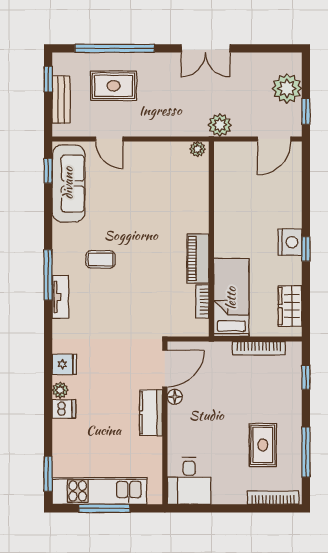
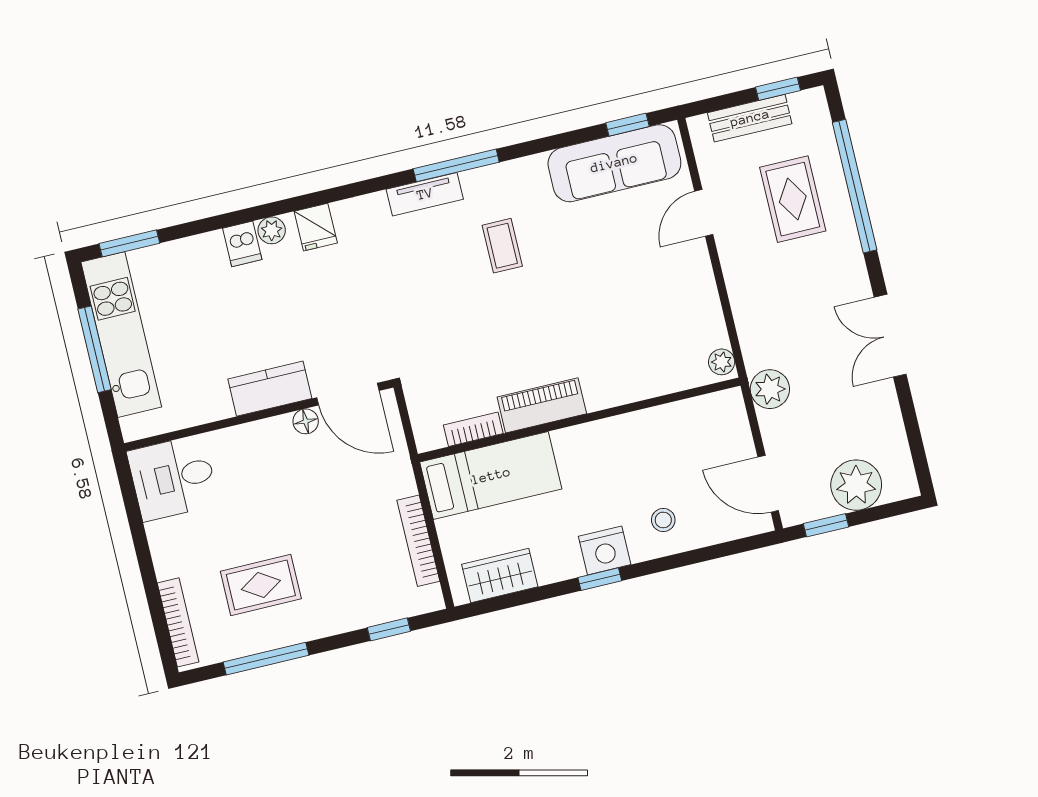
stool: (281, 204) -> (663, 520), added

